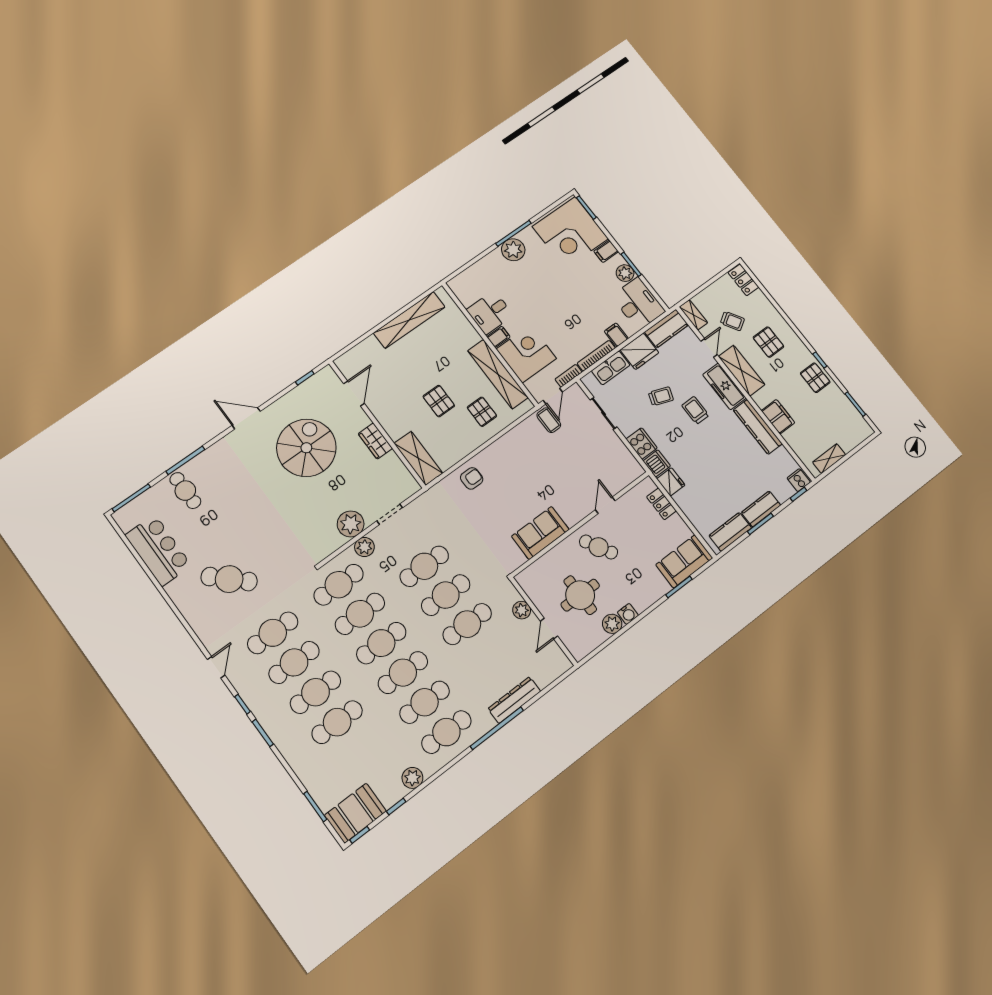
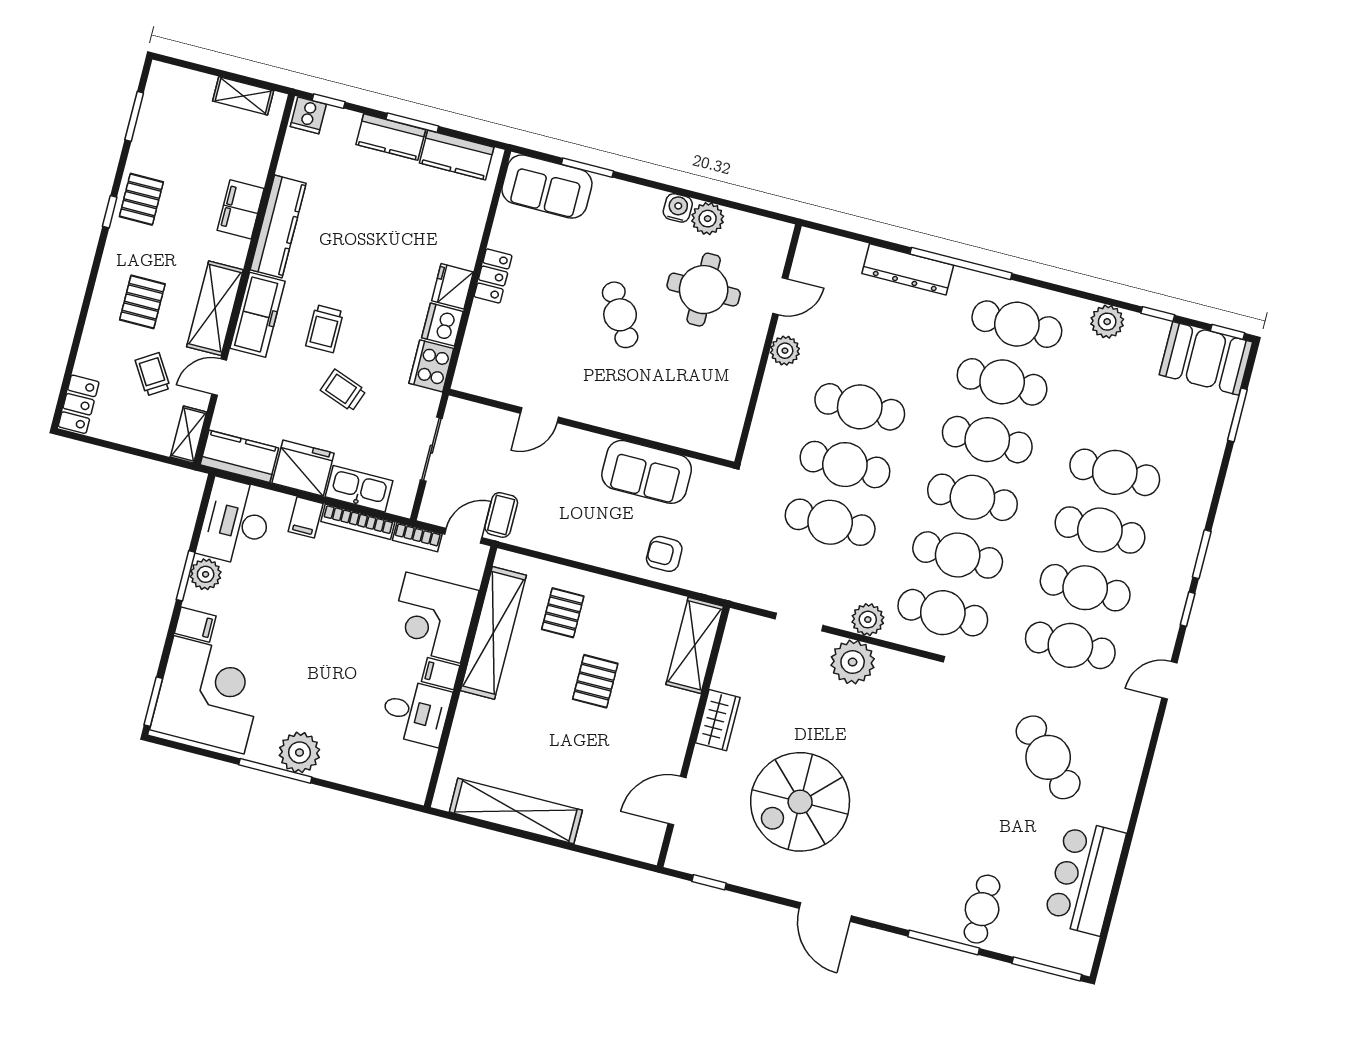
door: (605, 505) -> (539, 415), moved
wall: (580, 524) -> (591, 429), moved
sofa: (540, 533) -> (647, 472), moved

